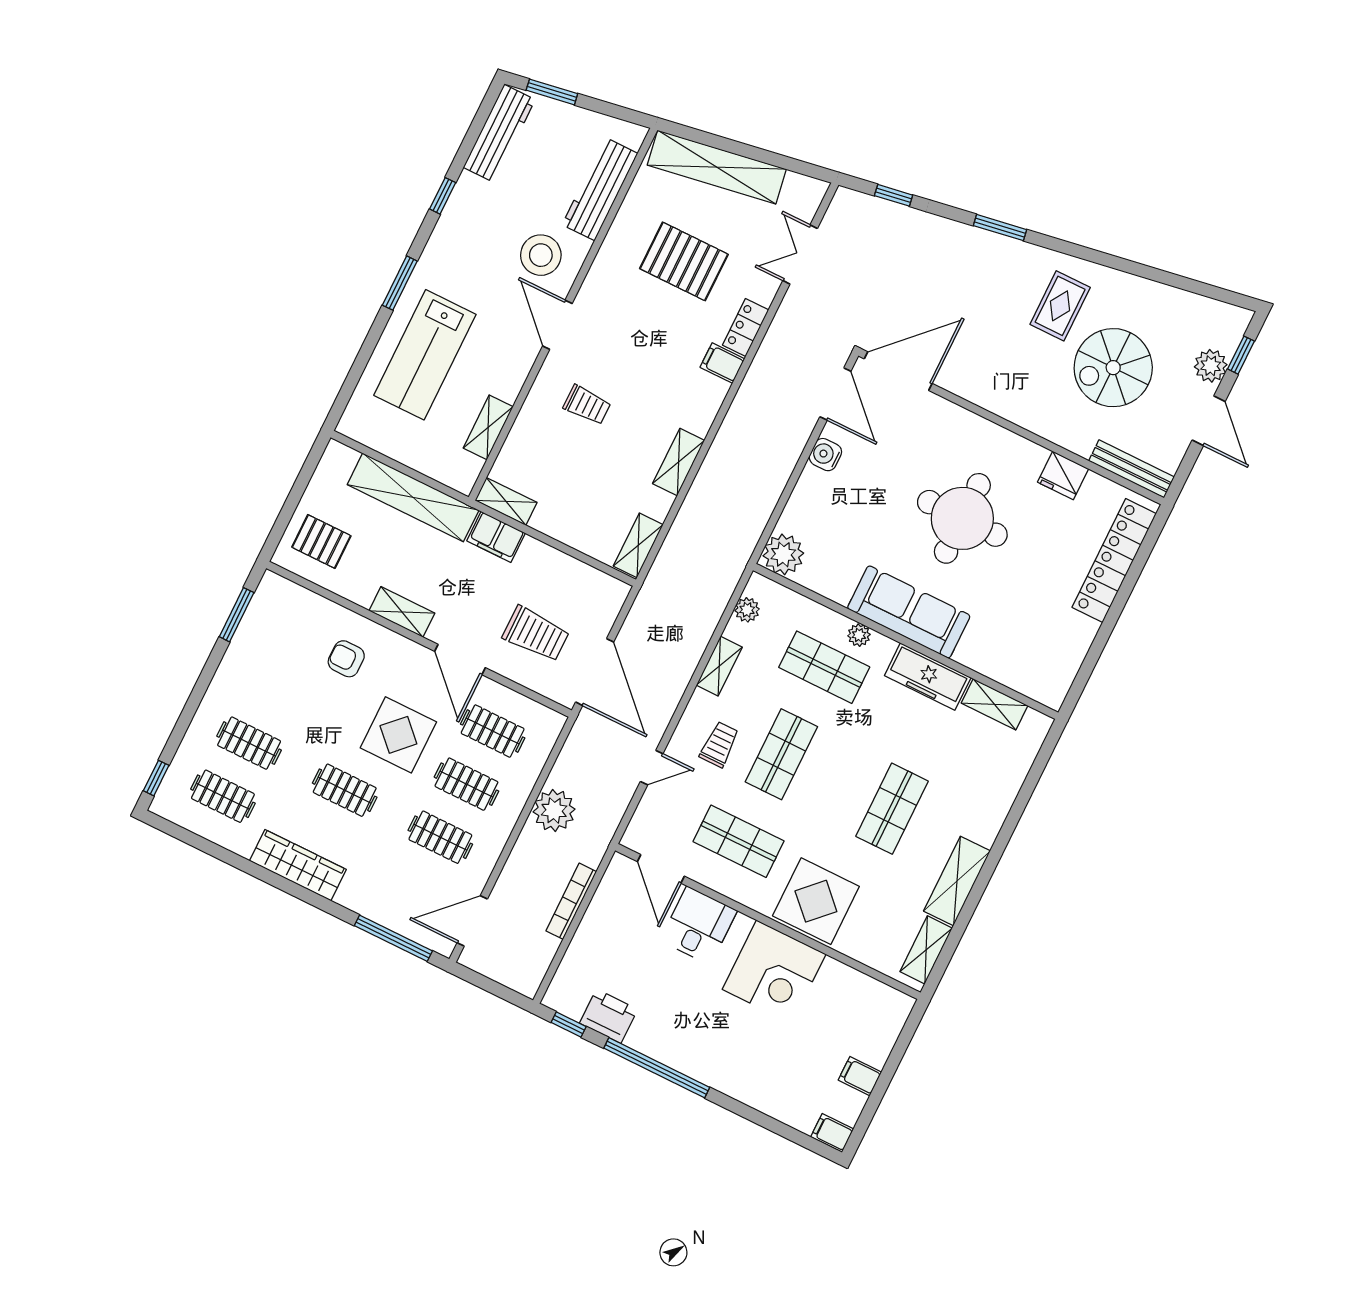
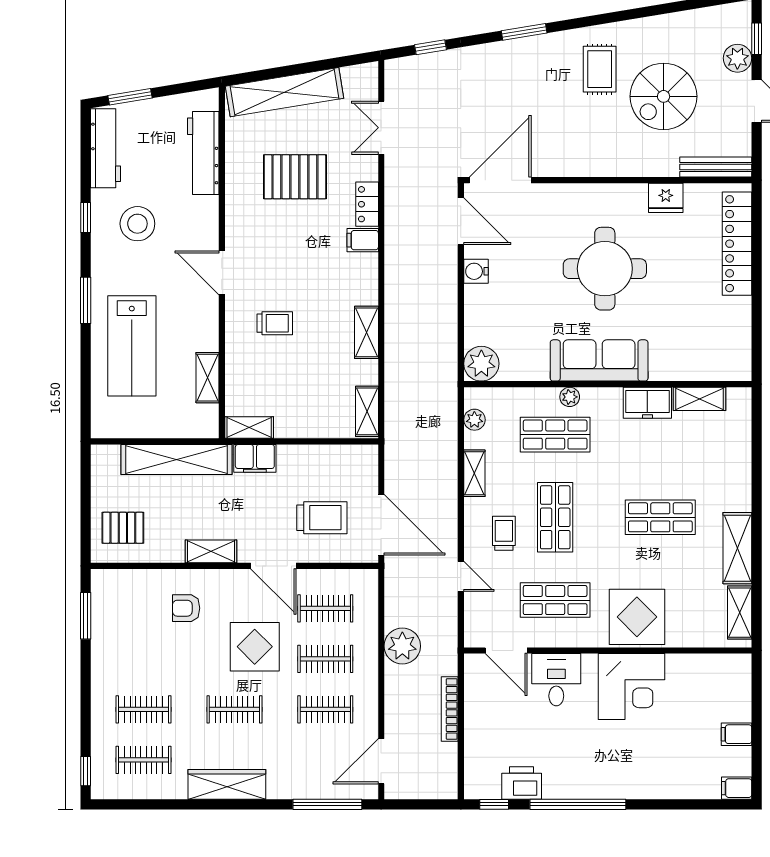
stool: (541, 255) -> (137, 224), moved
freezer: (928, 677) -> (647, 403), width x0.71
door: (652, 768) -> (461, 576), hinge flipped
shop shelf: (892, 809) -> (660, 517), turned 90

